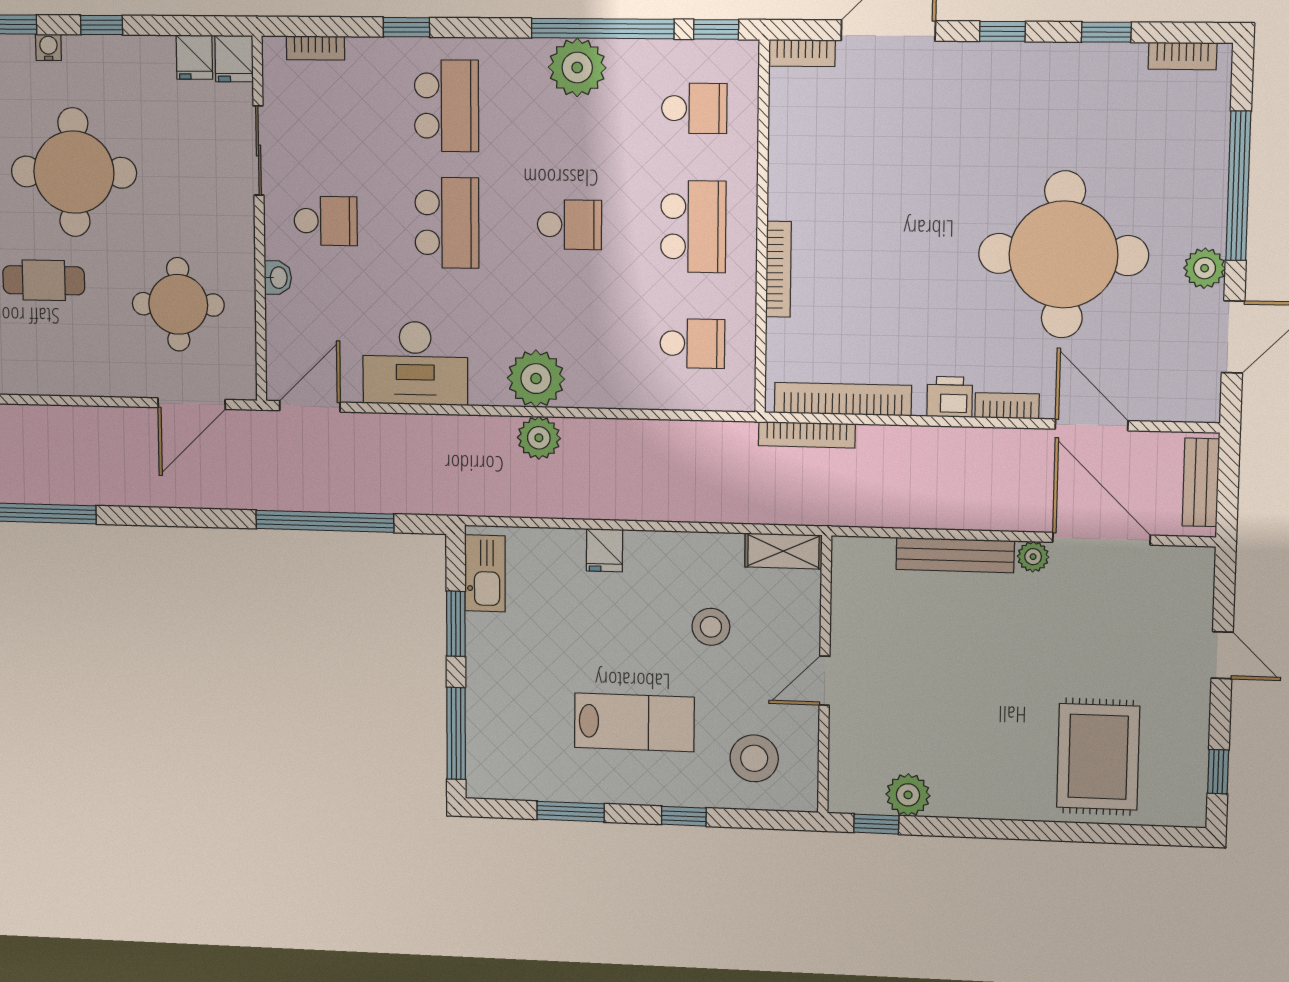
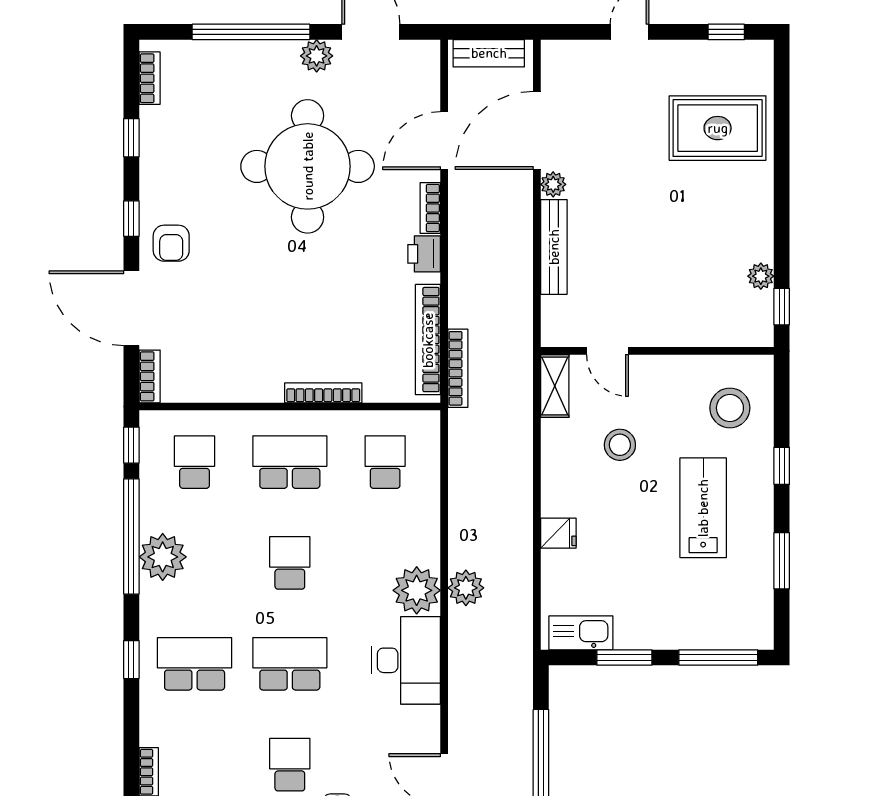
window: (406, 27) -> (131, 660), moved
armchair: (970, 82) -> (171, 243), added
desk: (415, 363) -> (406, 660), moved
door: (825, 681) -> (607, 351), moved
plant: (908, 795) -> (761, 276), width x0.73, depth x0.73

